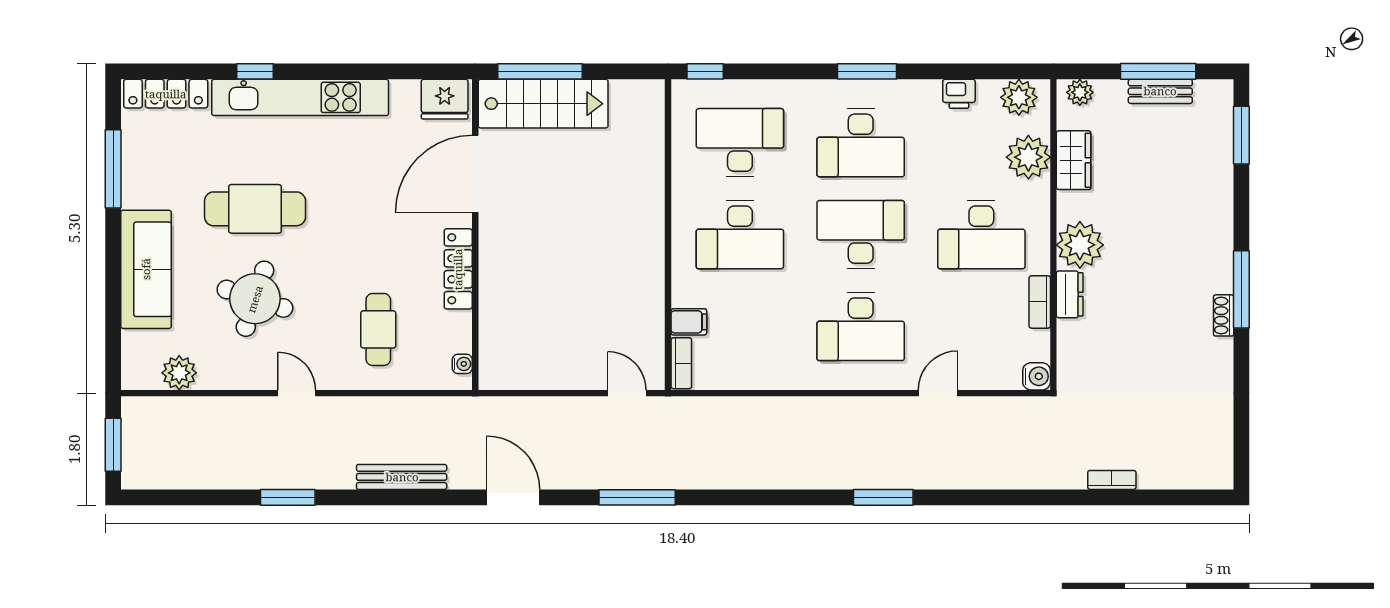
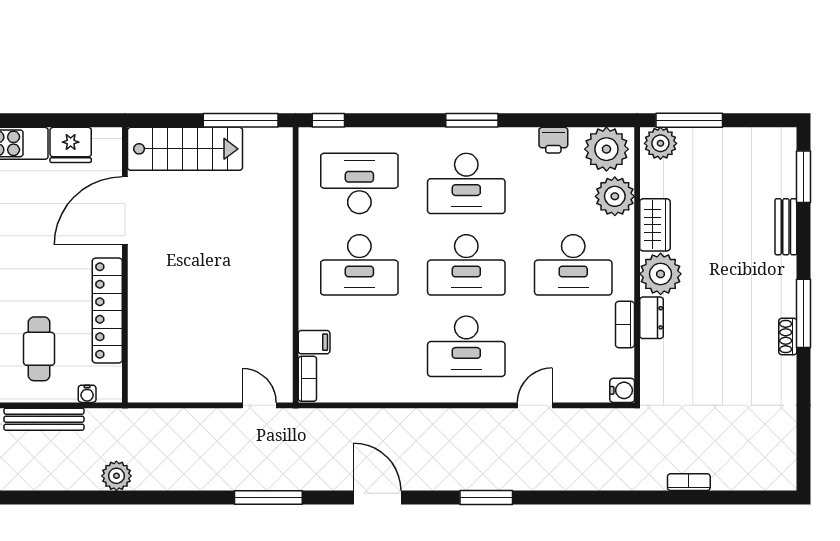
window: (540, 71) -> (241, 120), moved
window: (1158, 71) -> (689, 120), moved
bench: (1160, 91) -> (786, 227), moved, turned 90
plant: (1080, 92) -> (660, 143), width x1.38, depth x1.38
plant: (1019, 97) -> (606, 149), width x1.36, depth x1.36
fridge: (445, 99) -> (71, 145), moved
wardrobe: (1074, 160) -> (655, 225), moved
desk: (861, 235) -> (466, 265), turned 180
locker: (458, 269) -> (107, 311), width x1.41, depth x1.21
water cooler: (462, 364) -> (87, 394), moved, turned 90
plant: (466, 473) -> (116, 476), added
bench: (402, 477) -> (44, 419), moved
door: (513, 497) -> (377, 498), moved

